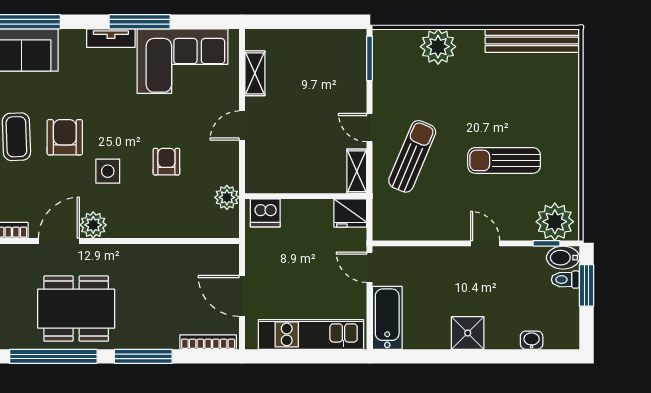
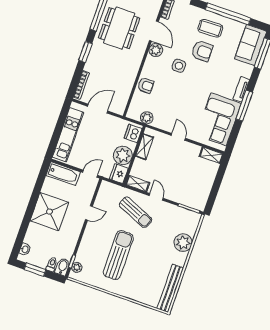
shelving: (255, 73) -> (211, 155), moved
door: (370, 128) -> (156, 197), hinge flipped
sun lounger: (504, 160) -> (118, 255), width x1.36, depth x1.34
armchair: (166, 162) -> (146, 85), moved
shelving: (283, 182) -> (145, 147), added
plant: (313, 218) -> (123, 155), added
plant: (555, 222) -> (77, 267), width x0.53, depth x0.53
door: (485, 243) -> (89, 213), moved
window: (587, 285) -> (35, 270), moved
shower: (468, 333) -> (49, 212), width x1.86, depth x1.86
washbasin: (532, 340) -> (25, 249), moved
window: (143, 356) -> (85, 52), width x0.69

